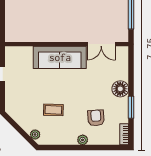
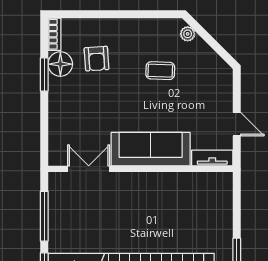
tv unit: (19, 51) -> (212, 158), added
floor lamp: (120, 89) -> (60, 64), moved
plant: (83, 140) -> (117, 26), removed

